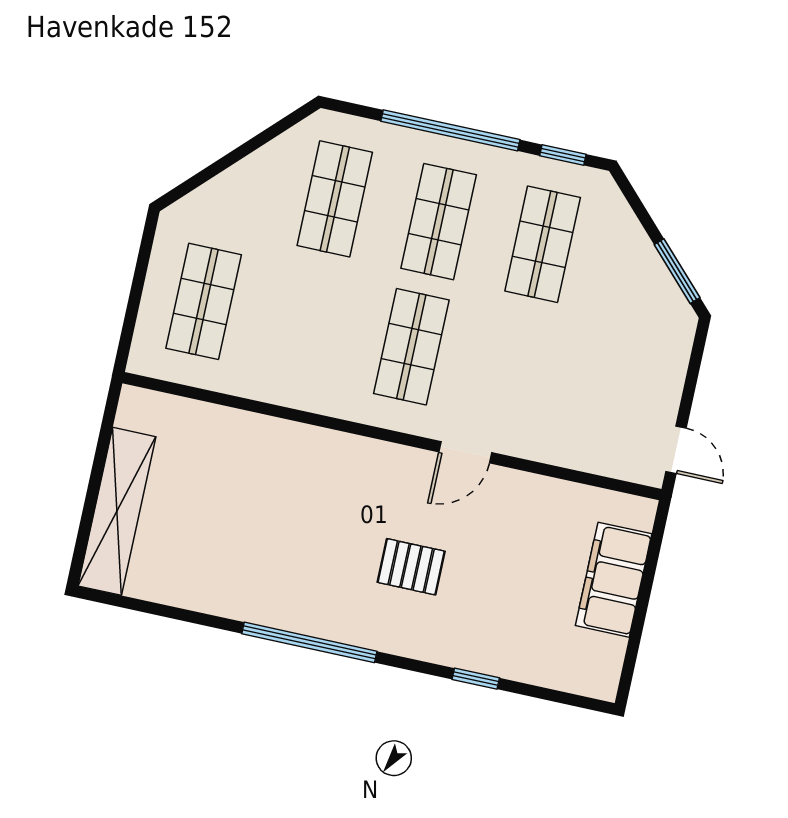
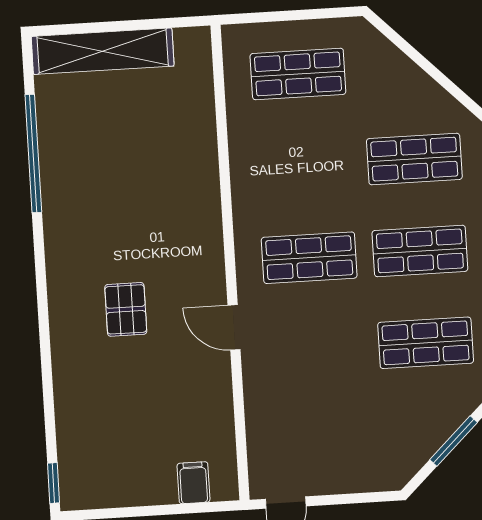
window: (677, 271) -> (454, 441), moved
filing cabinet: (614, 580) -> (194, 483), width x0.33, depth x0.86
window: (309, 642) -> (33, 154), moved
window: (476, 679) -> (53, 483), moved

